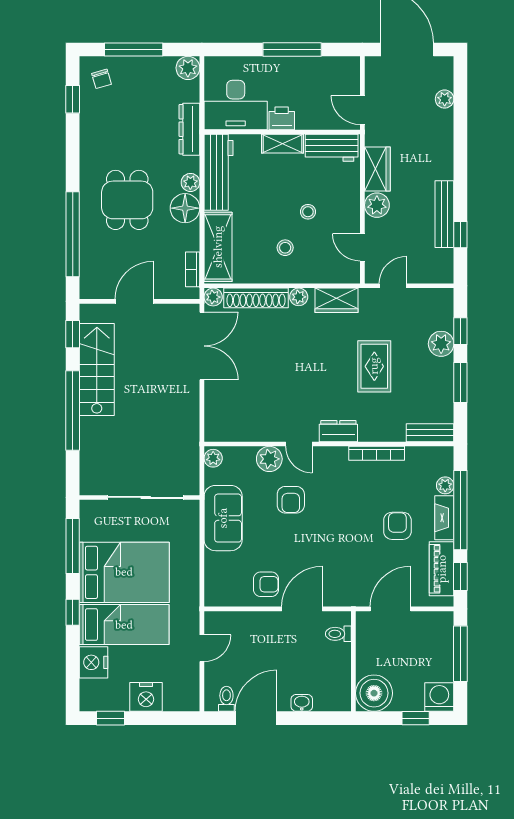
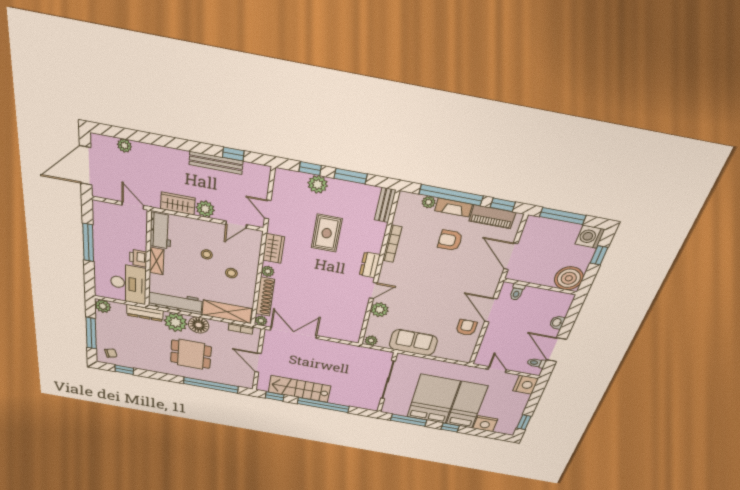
door: (362, 110) -> (133, 205), swing flipped
plant: (190, 182) -> (176, 322), width x1.88, depth x1.88
rug: (374, 366) -> (327, 233), turned 90
armchair: (291, 500) -> (412, 303), removed
nightstand: (146, 697) -> (526, 385), moved

